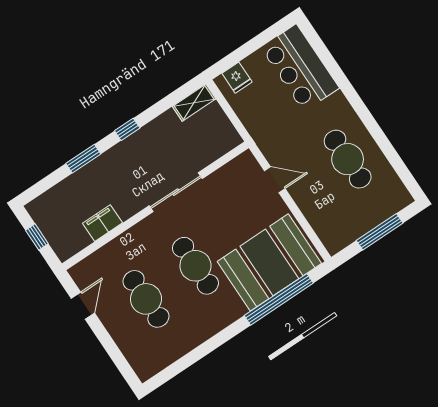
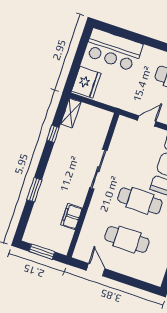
fridge: (237, 78) -> (86, 82), width x1.88, depth x1.34
window: (127, 129) -> (53, 134), moved
window: (37, 237) -> (42, 252), width x1.50

